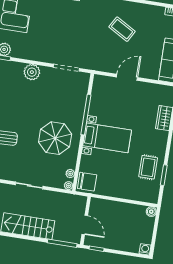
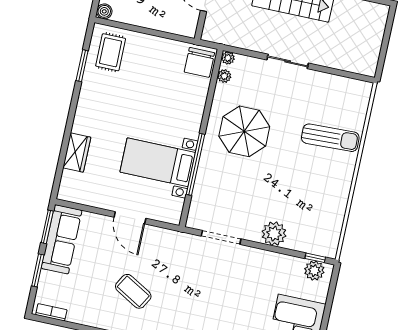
door: (127, 77) -> (130, 218), hinge flipped
bed with nightstands: (107, 138) -> (158, 162), moved
rug: (148, 167) -> (111, 52), moved
chair: (87, 182) -> (199, 62), turned -90

